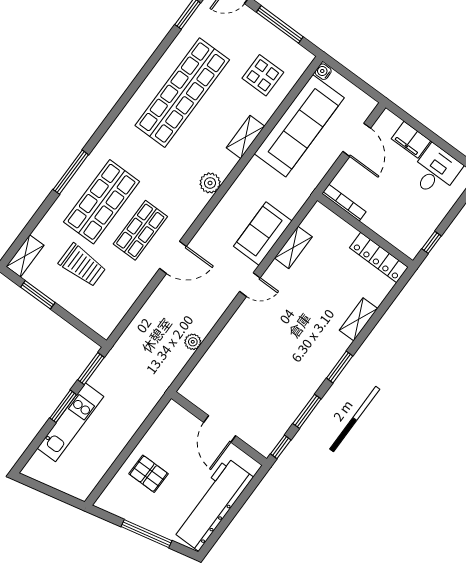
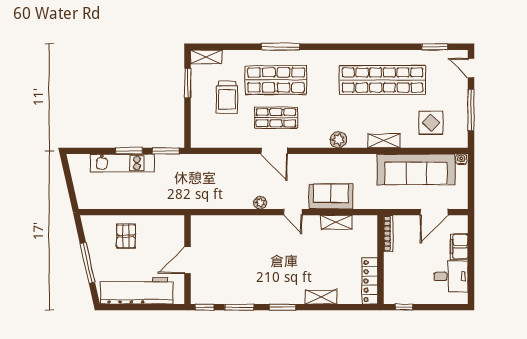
plant: (193, 342) -> (260, 203), moved

